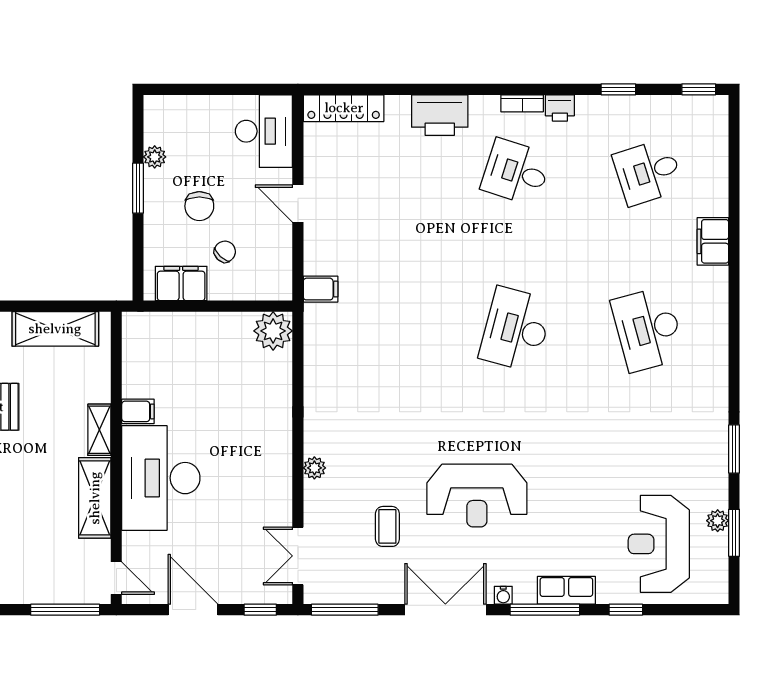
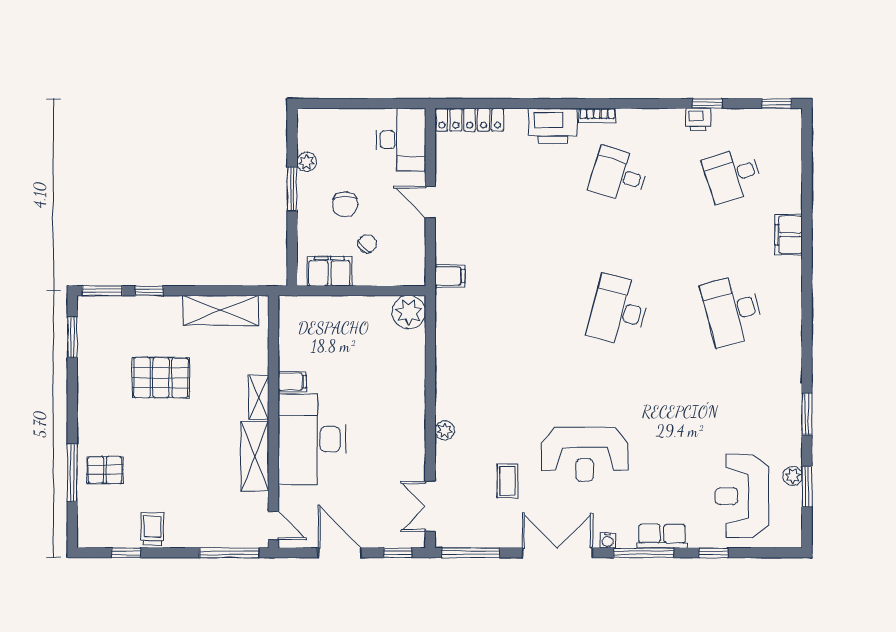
bookcase: (522, 103) -> (597, 116), moved
printer: (560, 108) -> (698, 120), moved

